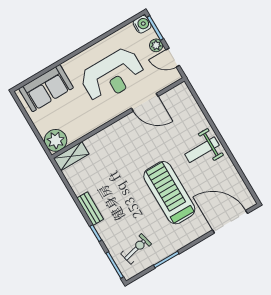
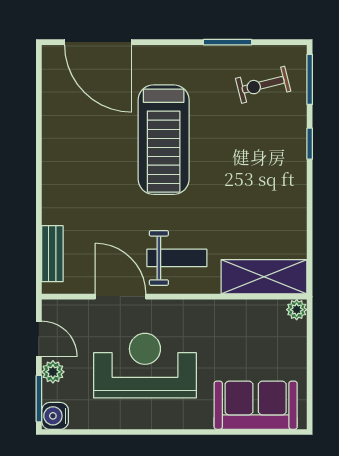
plant: (56, 140) -> (297, 310), width x0.53, depth x0.53
weight bench: (202, 150) -> (177, 258), moved
shelving: (71, 156) -> (264, 277), width x1.50, depth x1.33
bench: (90, 209) -> (52, 254), moved

